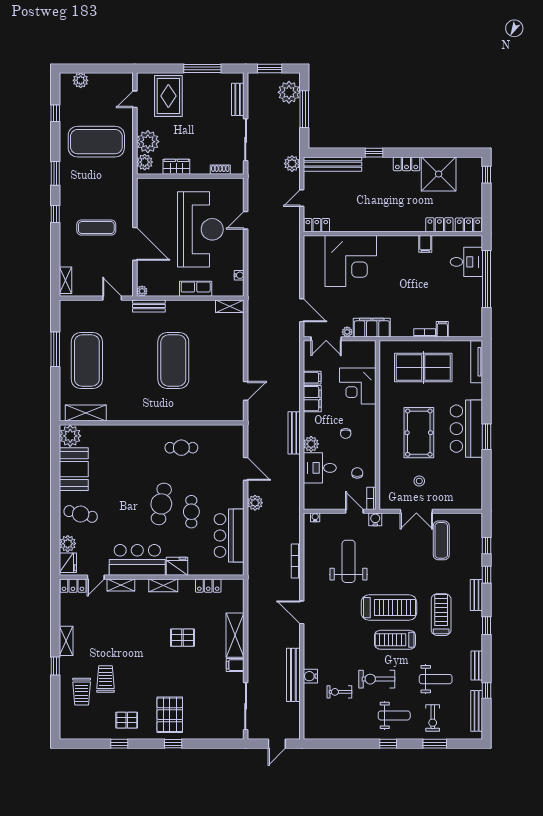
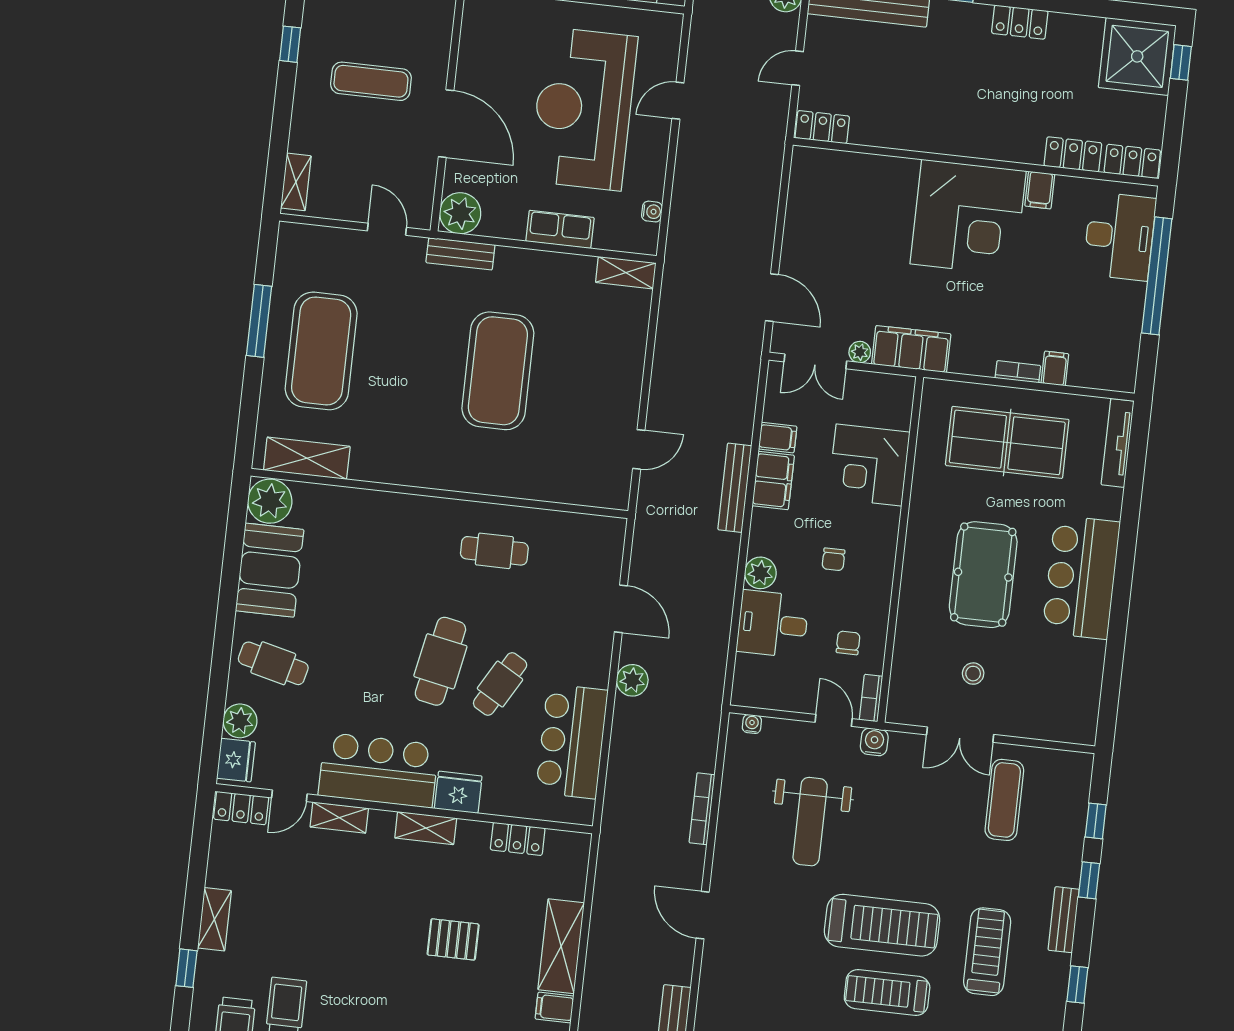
shower: (439, 174) -> (1137, 56), moved
reception desk: (200, 229) -> (583, 109), turned 180
corner desk: (351, 261) -> (968, 217), moved
desk: (466, 262) -> (1120, 236), width x1.37
plant: (142, 291) -> (460, 213), width x1.87, depth x1.87
bench: (294, 433) -> (735, 488), moved
window: (487, 437) -> (1121, 598), removed
cafe table: (191, 512) -> (500, 684), turned 30
weight bench: (349, 561) -> (810, 822), turned 180

